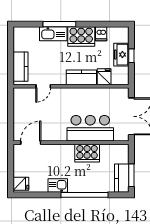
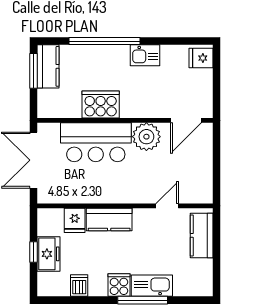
cooker: (81, 36) -> (119, 285), width x0.53, depth x0.76
plant: (57, 132) -> (146, 137), added

